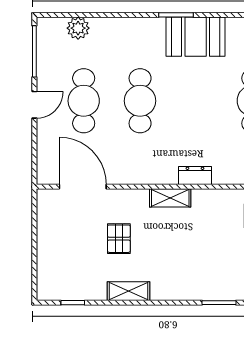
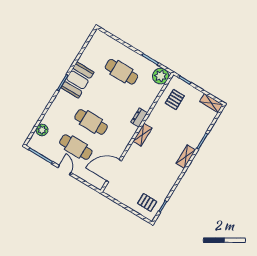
pallet: (119, 239) -> (147, 202), moved
shelving: (129, 291) -> (186, 157), moved

